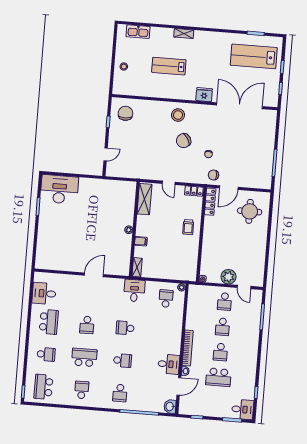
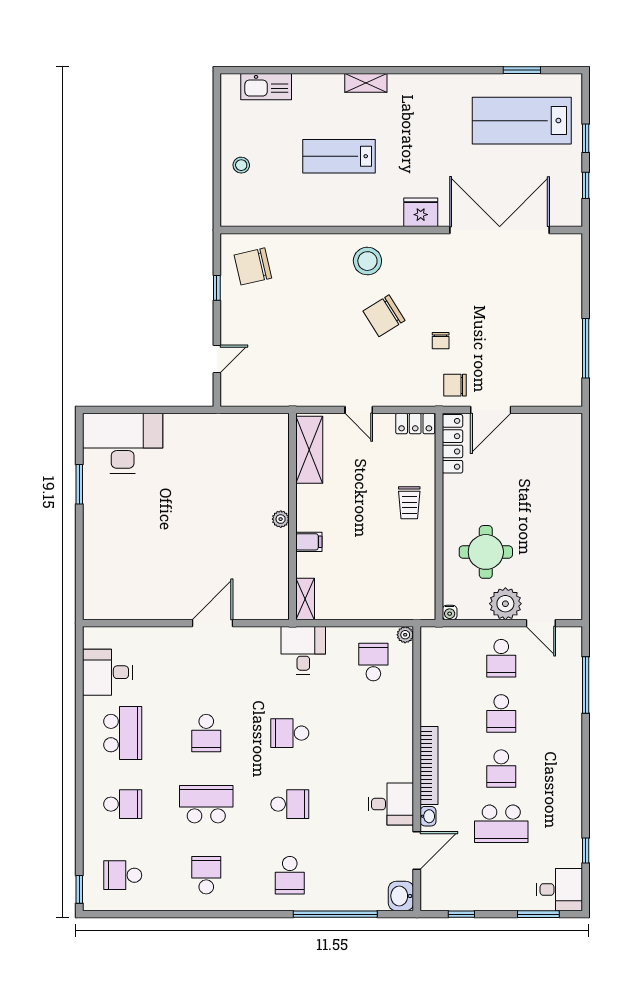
chair: (125, 113) -> (253, 266), turned -103
round table: (250, 211) -> (486, 552), moved
school desk: (43, 387) -> (123, 875), width x0.54

